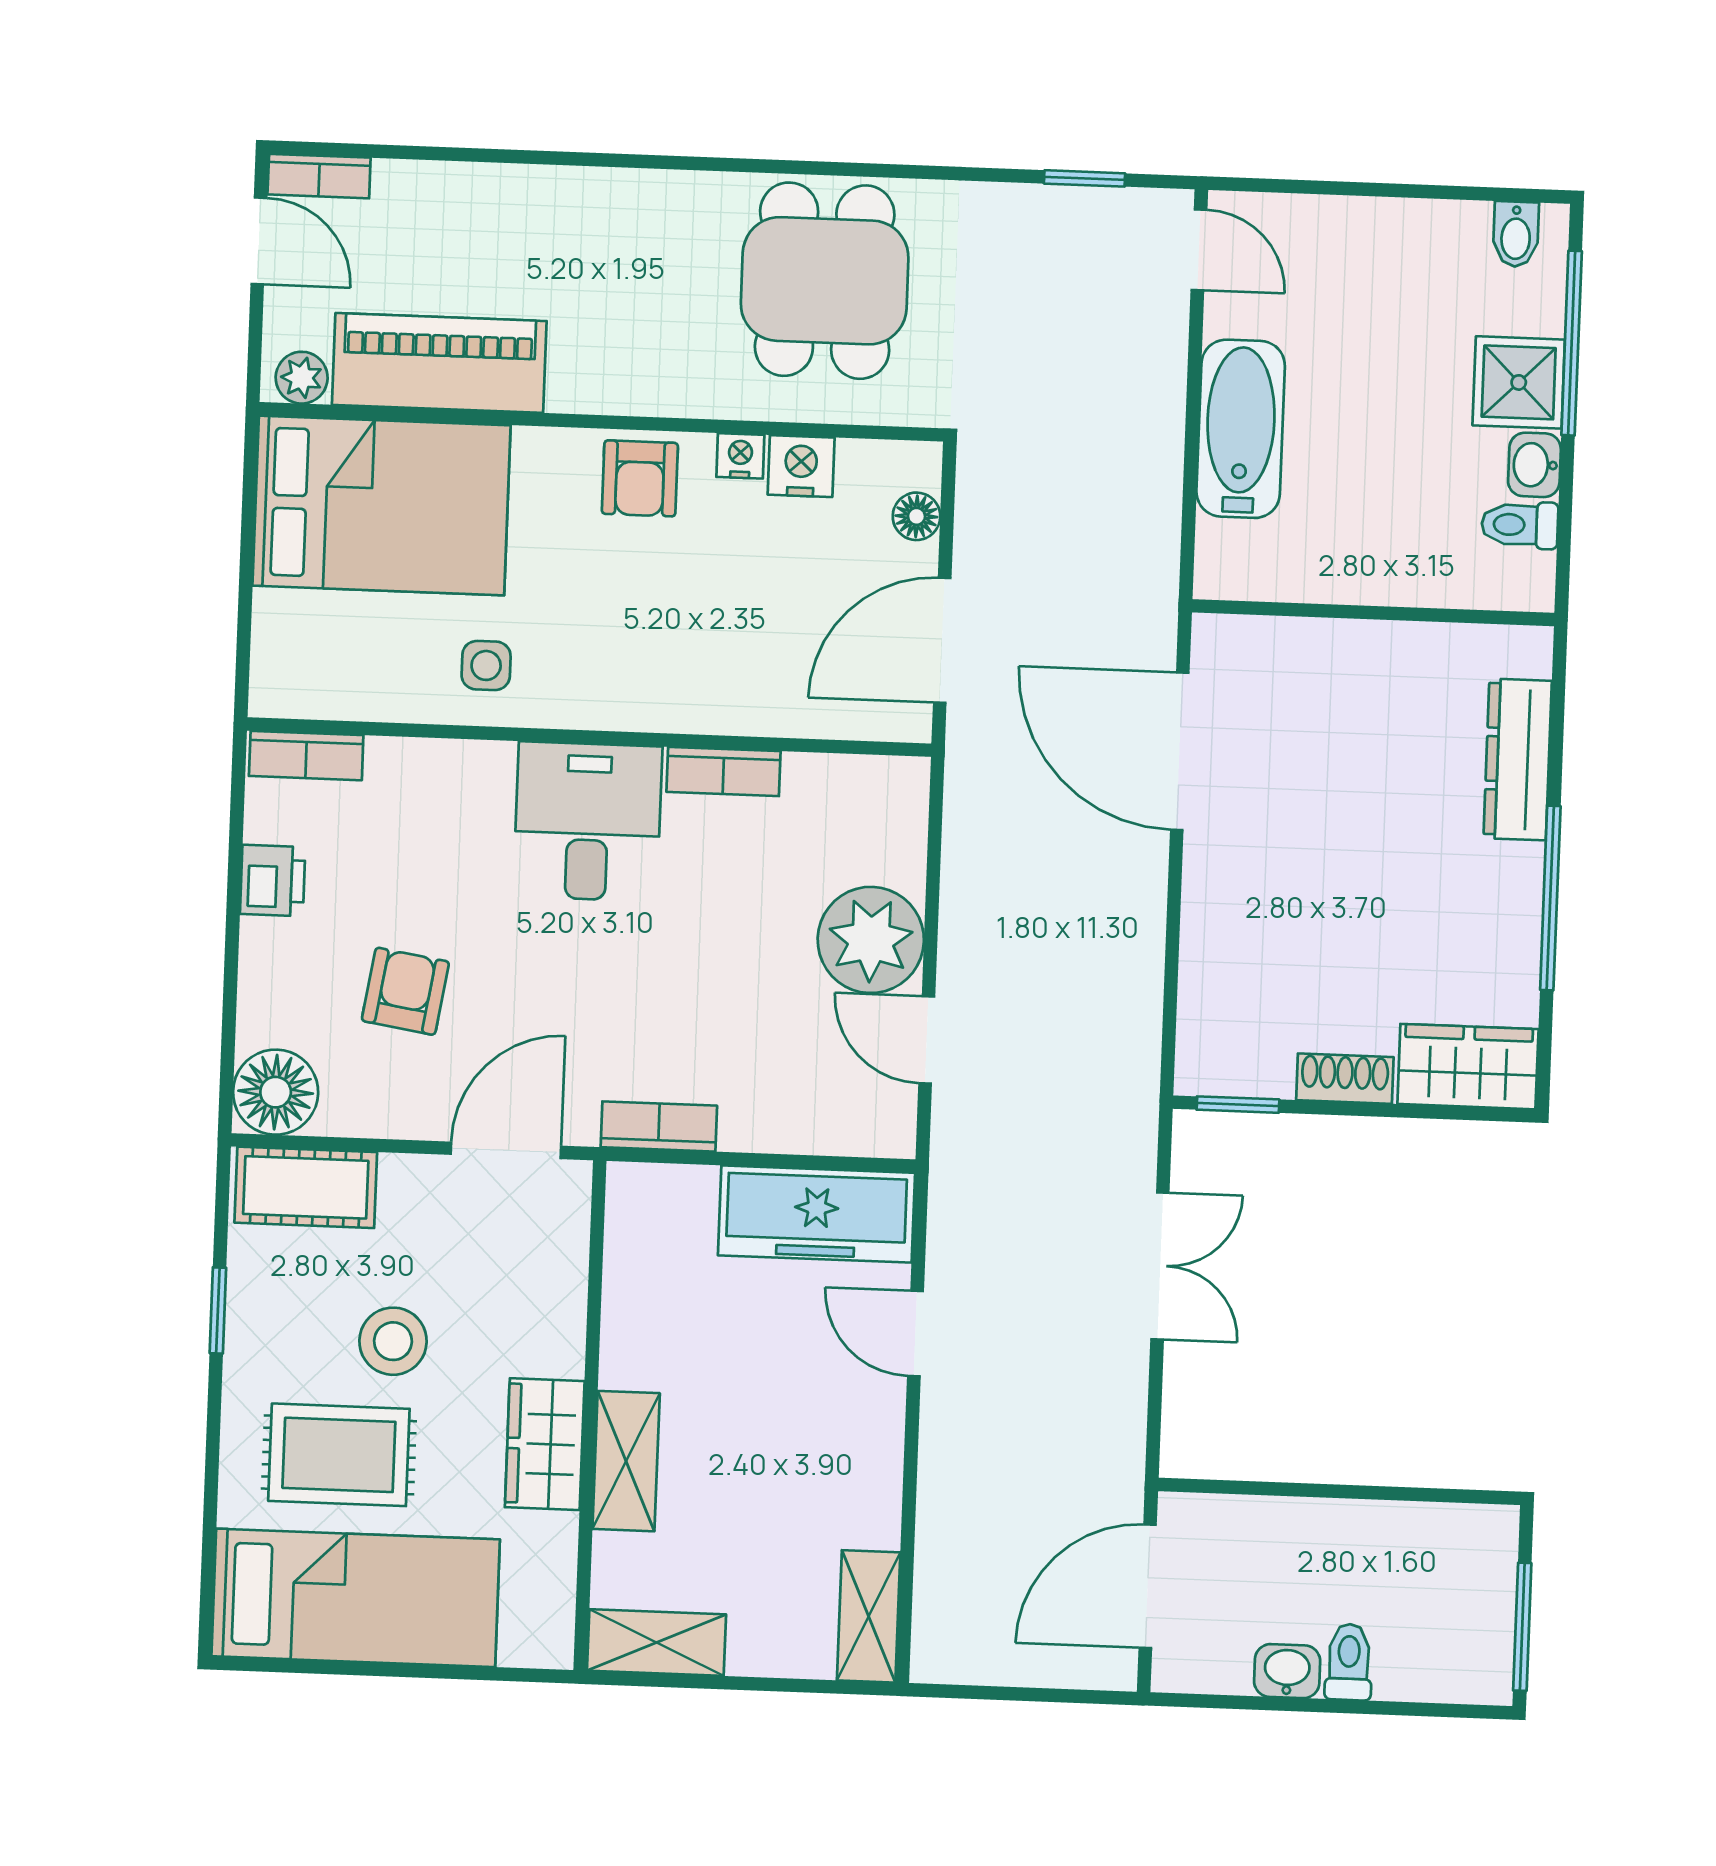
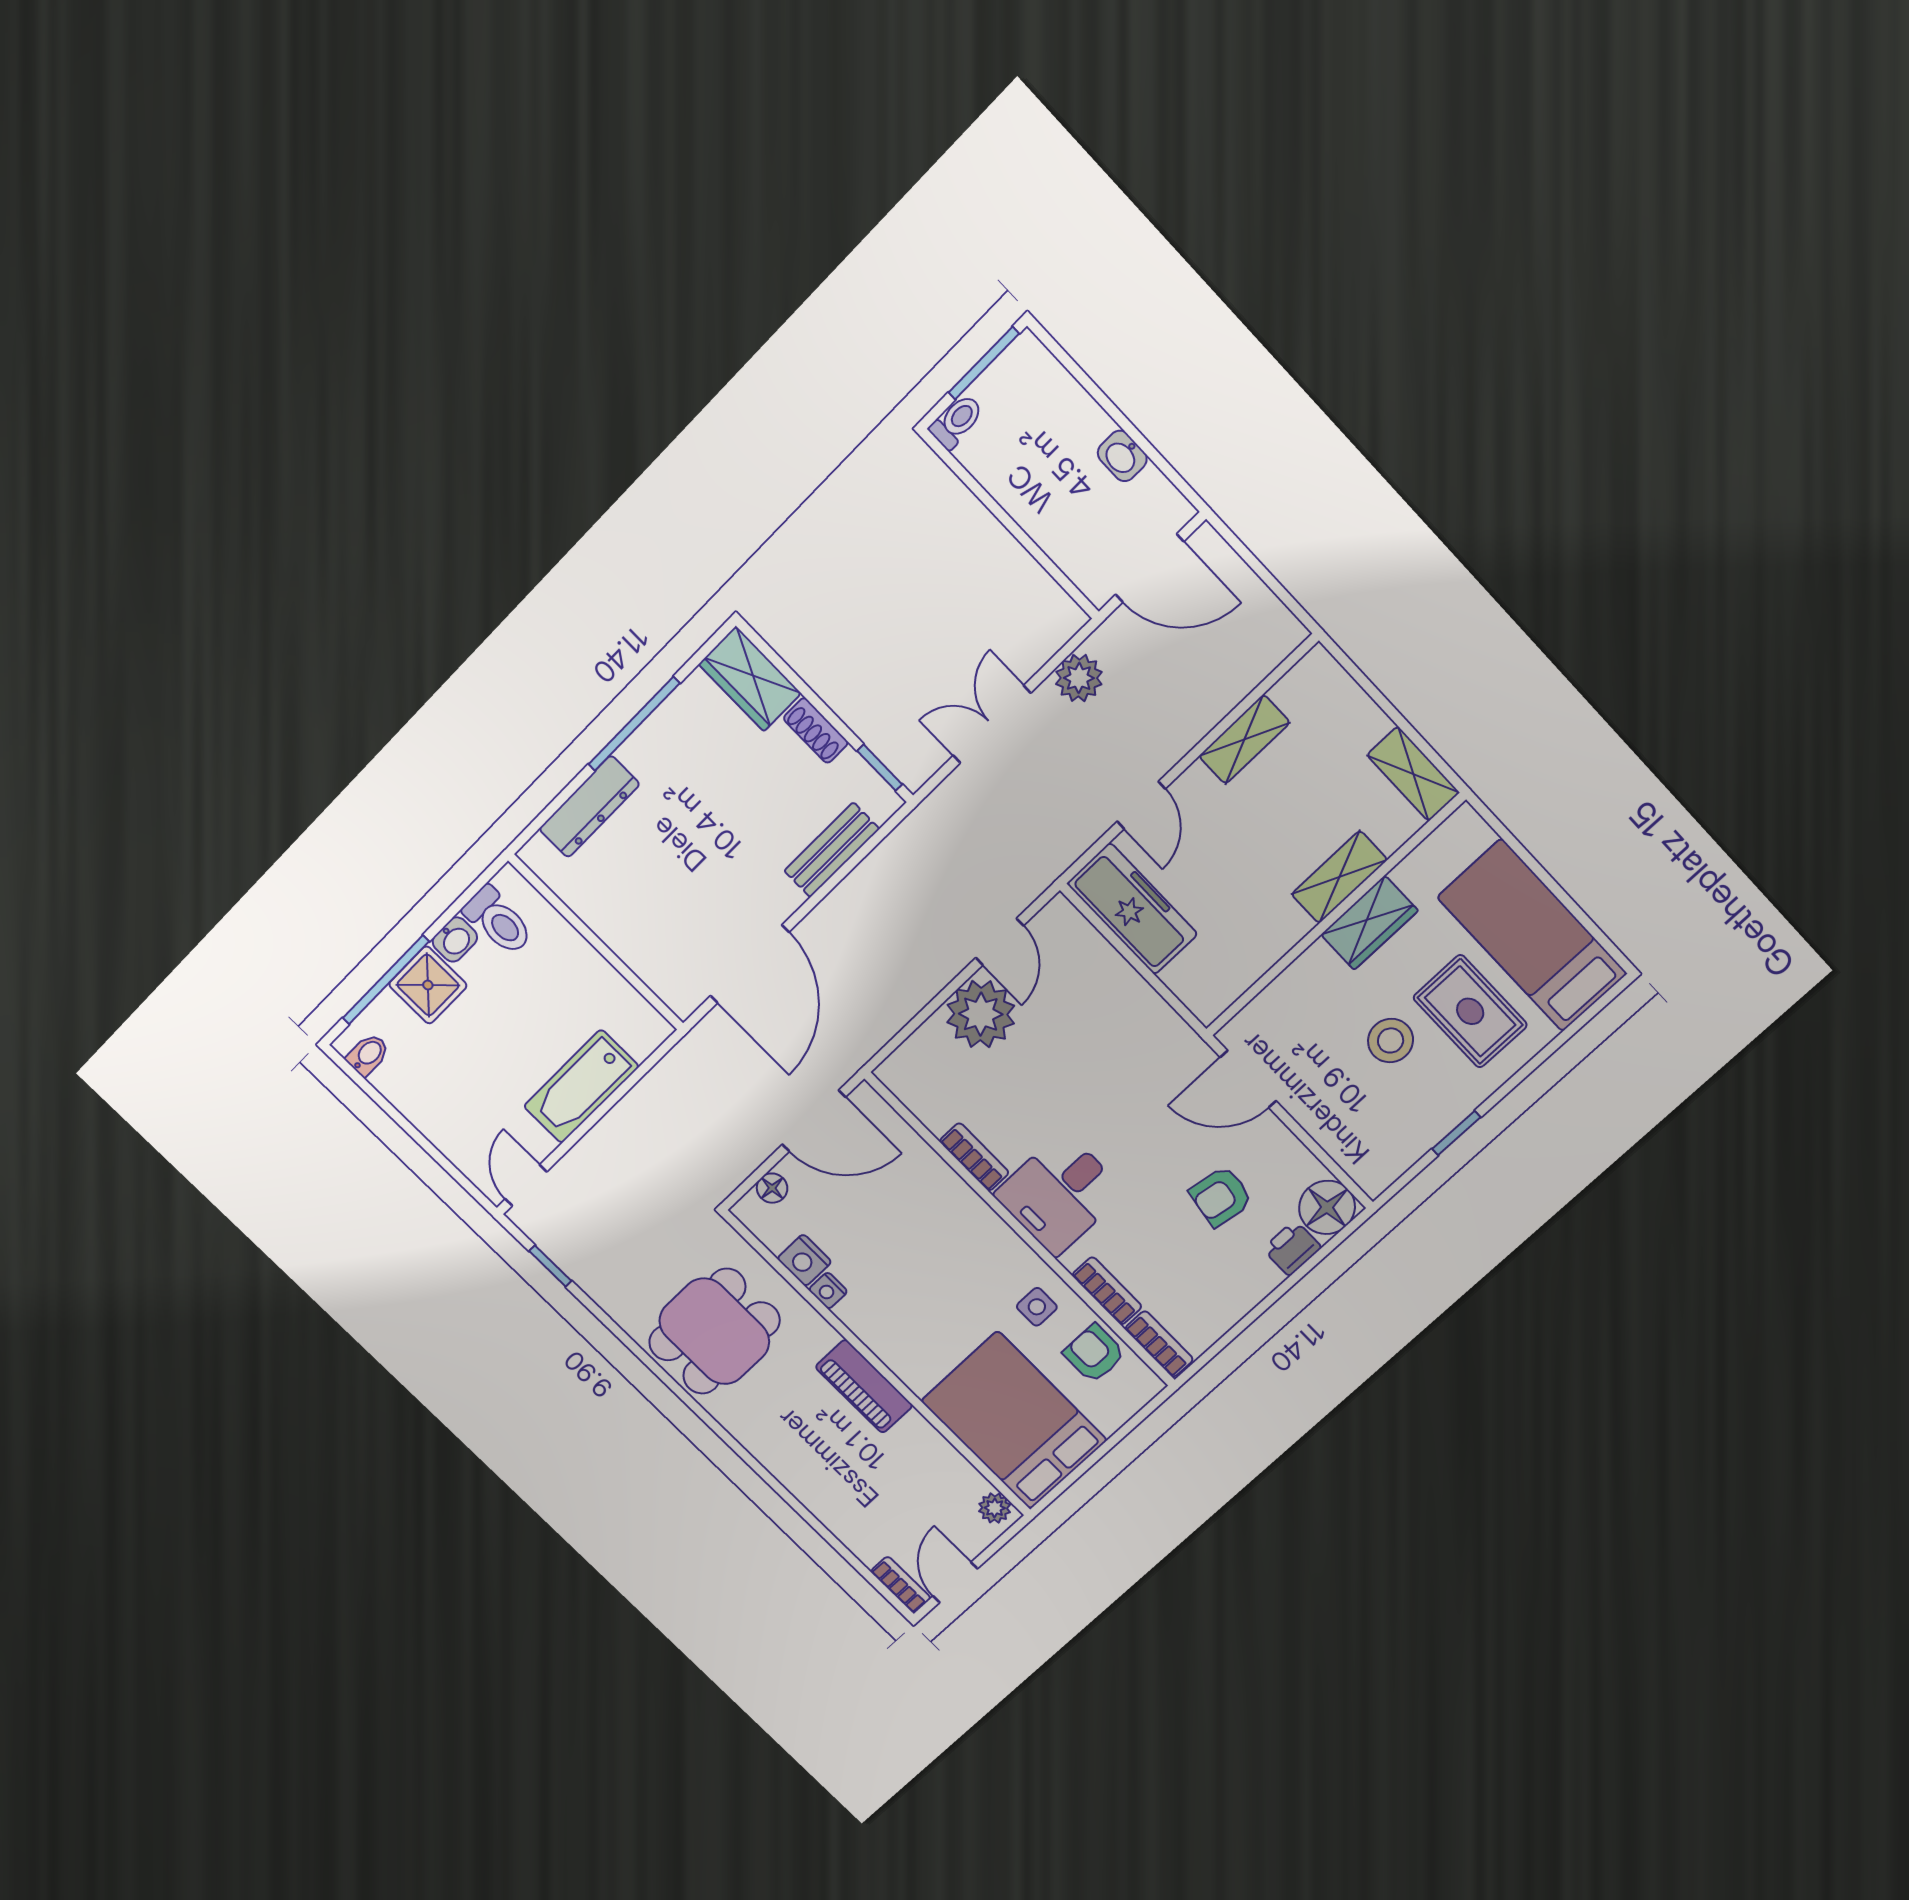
piano: (439, 363) -> (864, 1386), moved, width x0.73, depth x0.75
armchair: (640, 478) -> (1094, 1353), moved, turned -90
toilet: (1520, 525) -> (498, 921), width x1.37, depth x1.39
printer: (273, 880) -> (1292, 1248), moved
bench: (1207, 965) -> (832, 850), added
bookcase: (659, 1126) -> (1107, 1291), moved, turned 180
cot: (306, 1187) -> (1358, 1151), removed
plant: (1113, 1403) -> (1079, 678), added
shelving: (869, 1616) -> (1244, 739), moved
toilet: (1349, 1662) -> (957, 421), moved, turned 180

